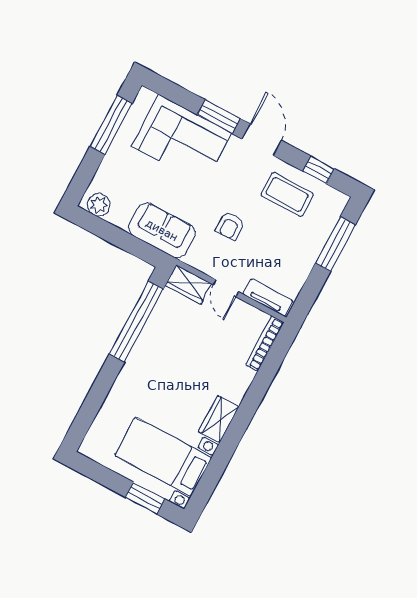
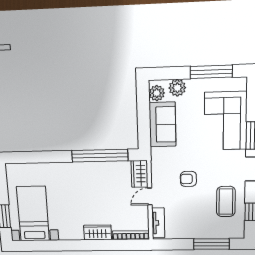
plant: (107, 176) -> (177, 88), added
sofa: (162, 230) -> (163, 124), moved
wardrobe: (219, 419) -> (98, 232), moved

